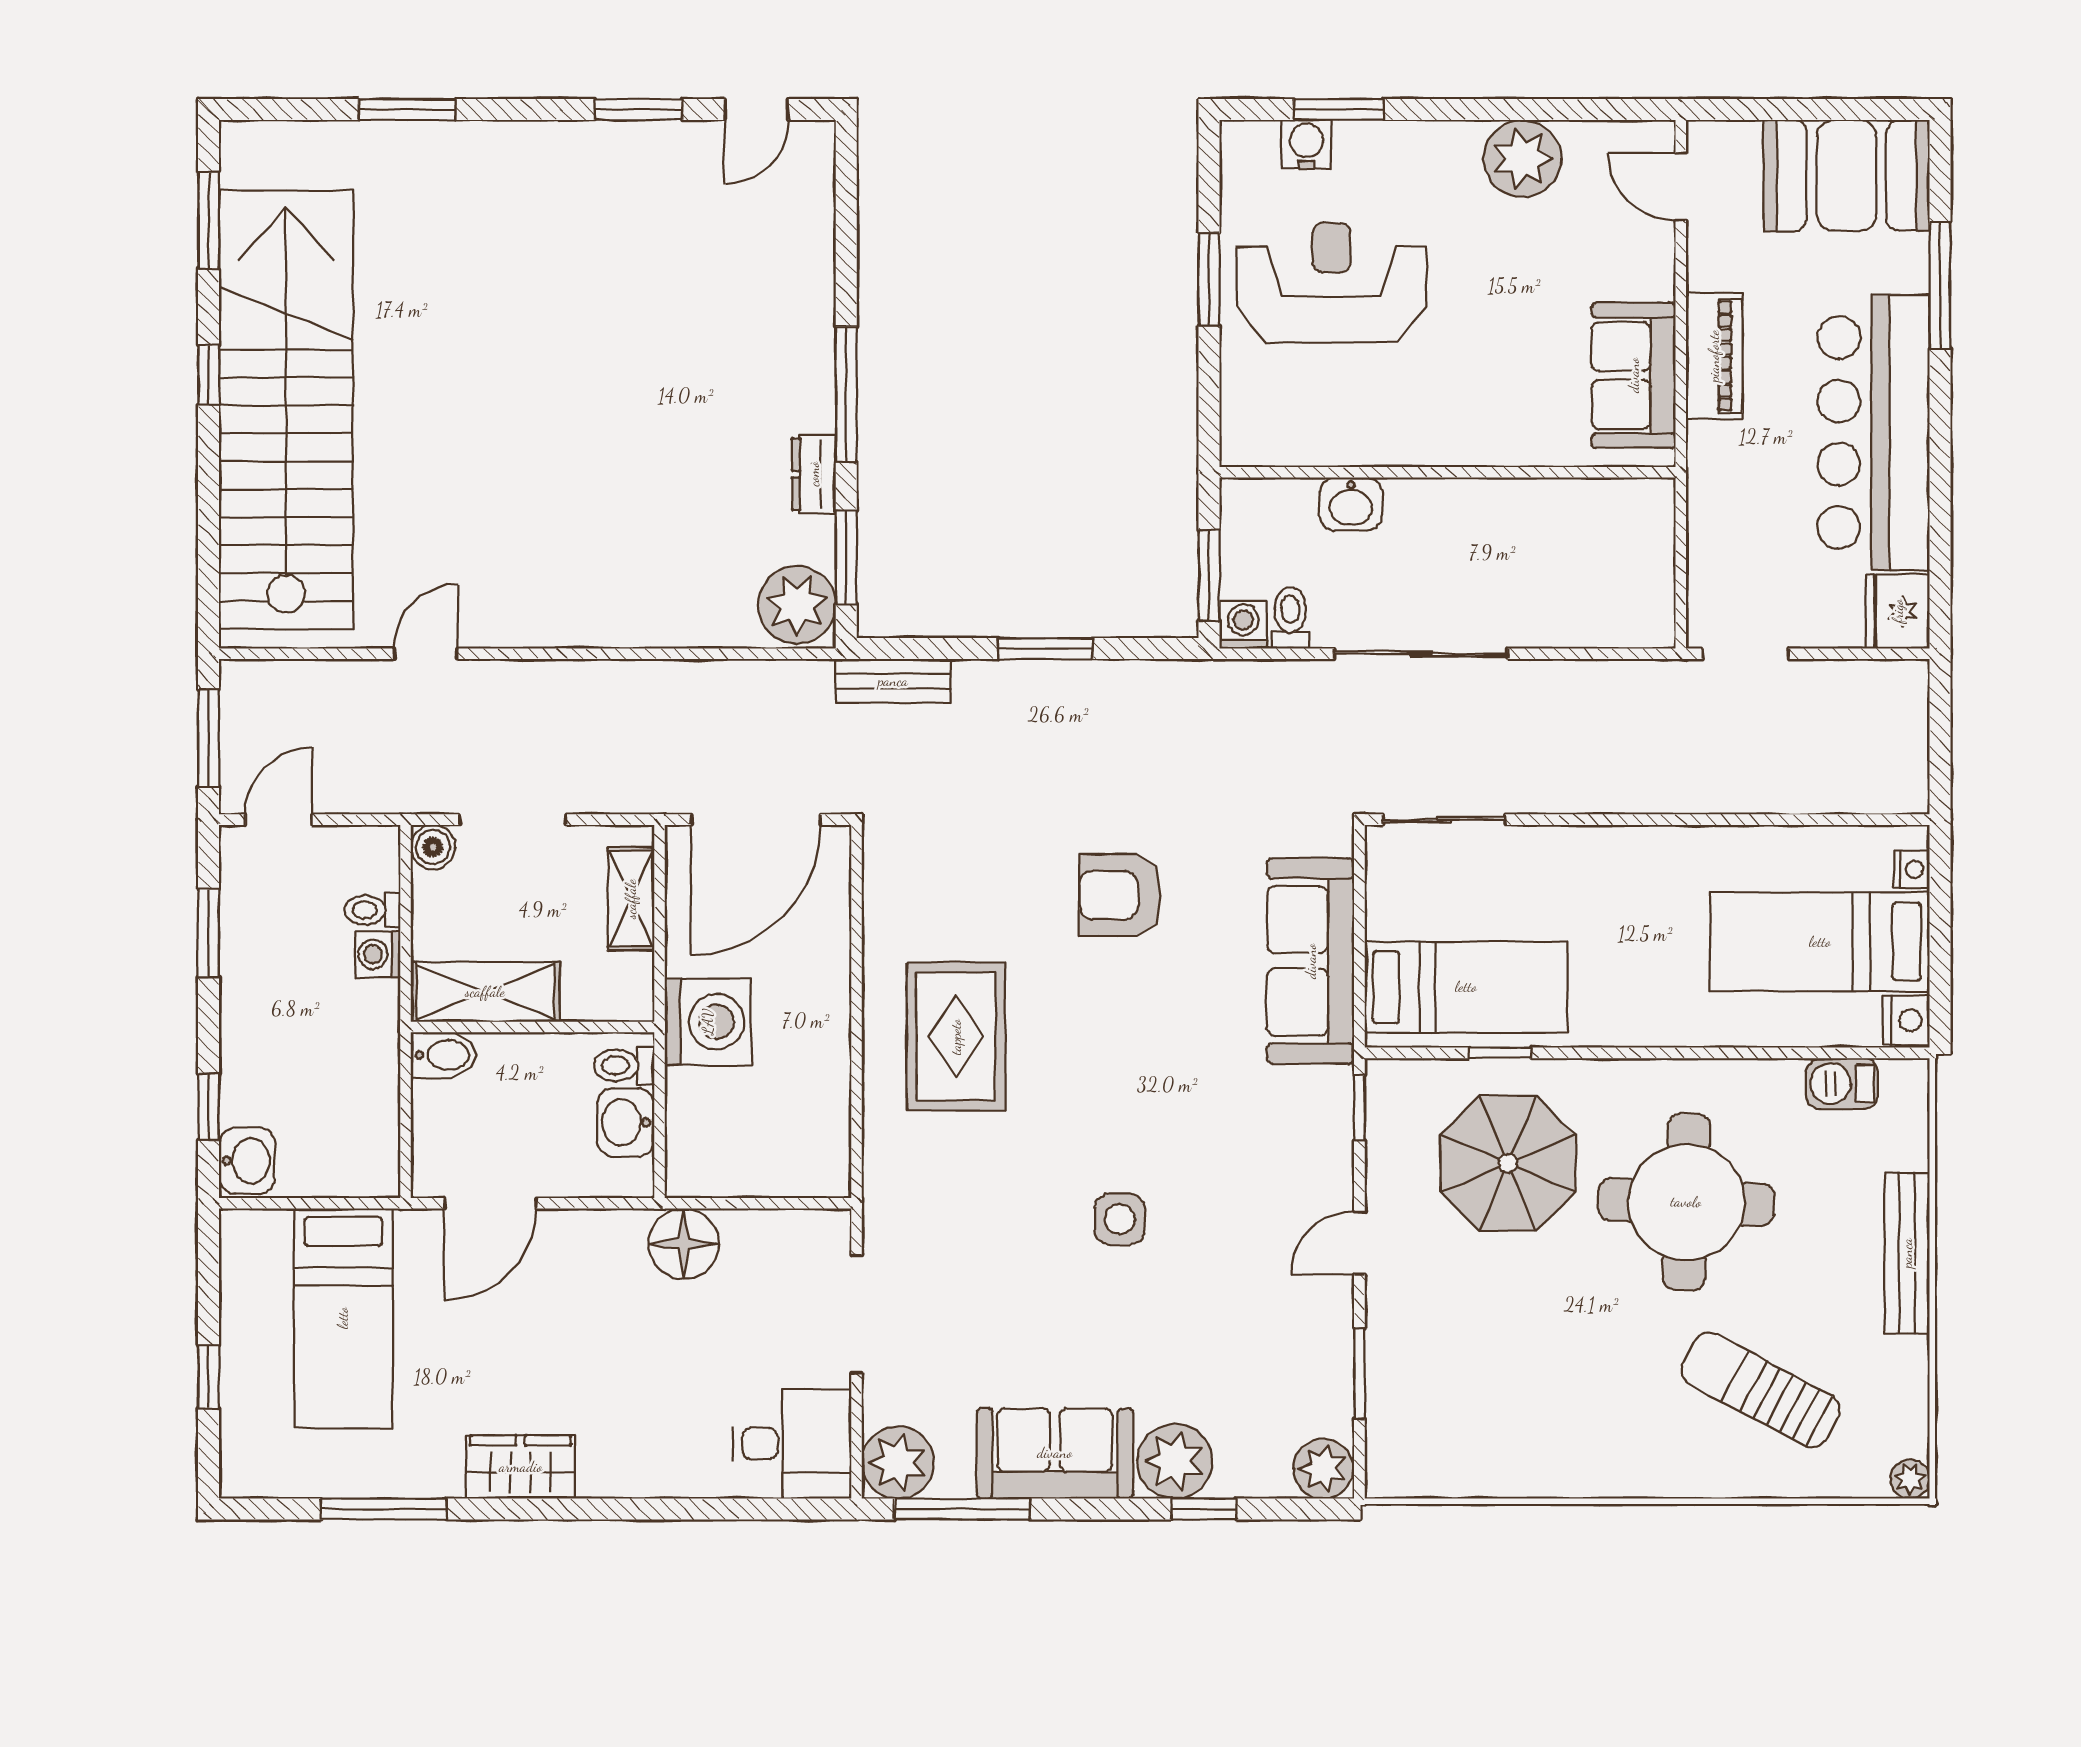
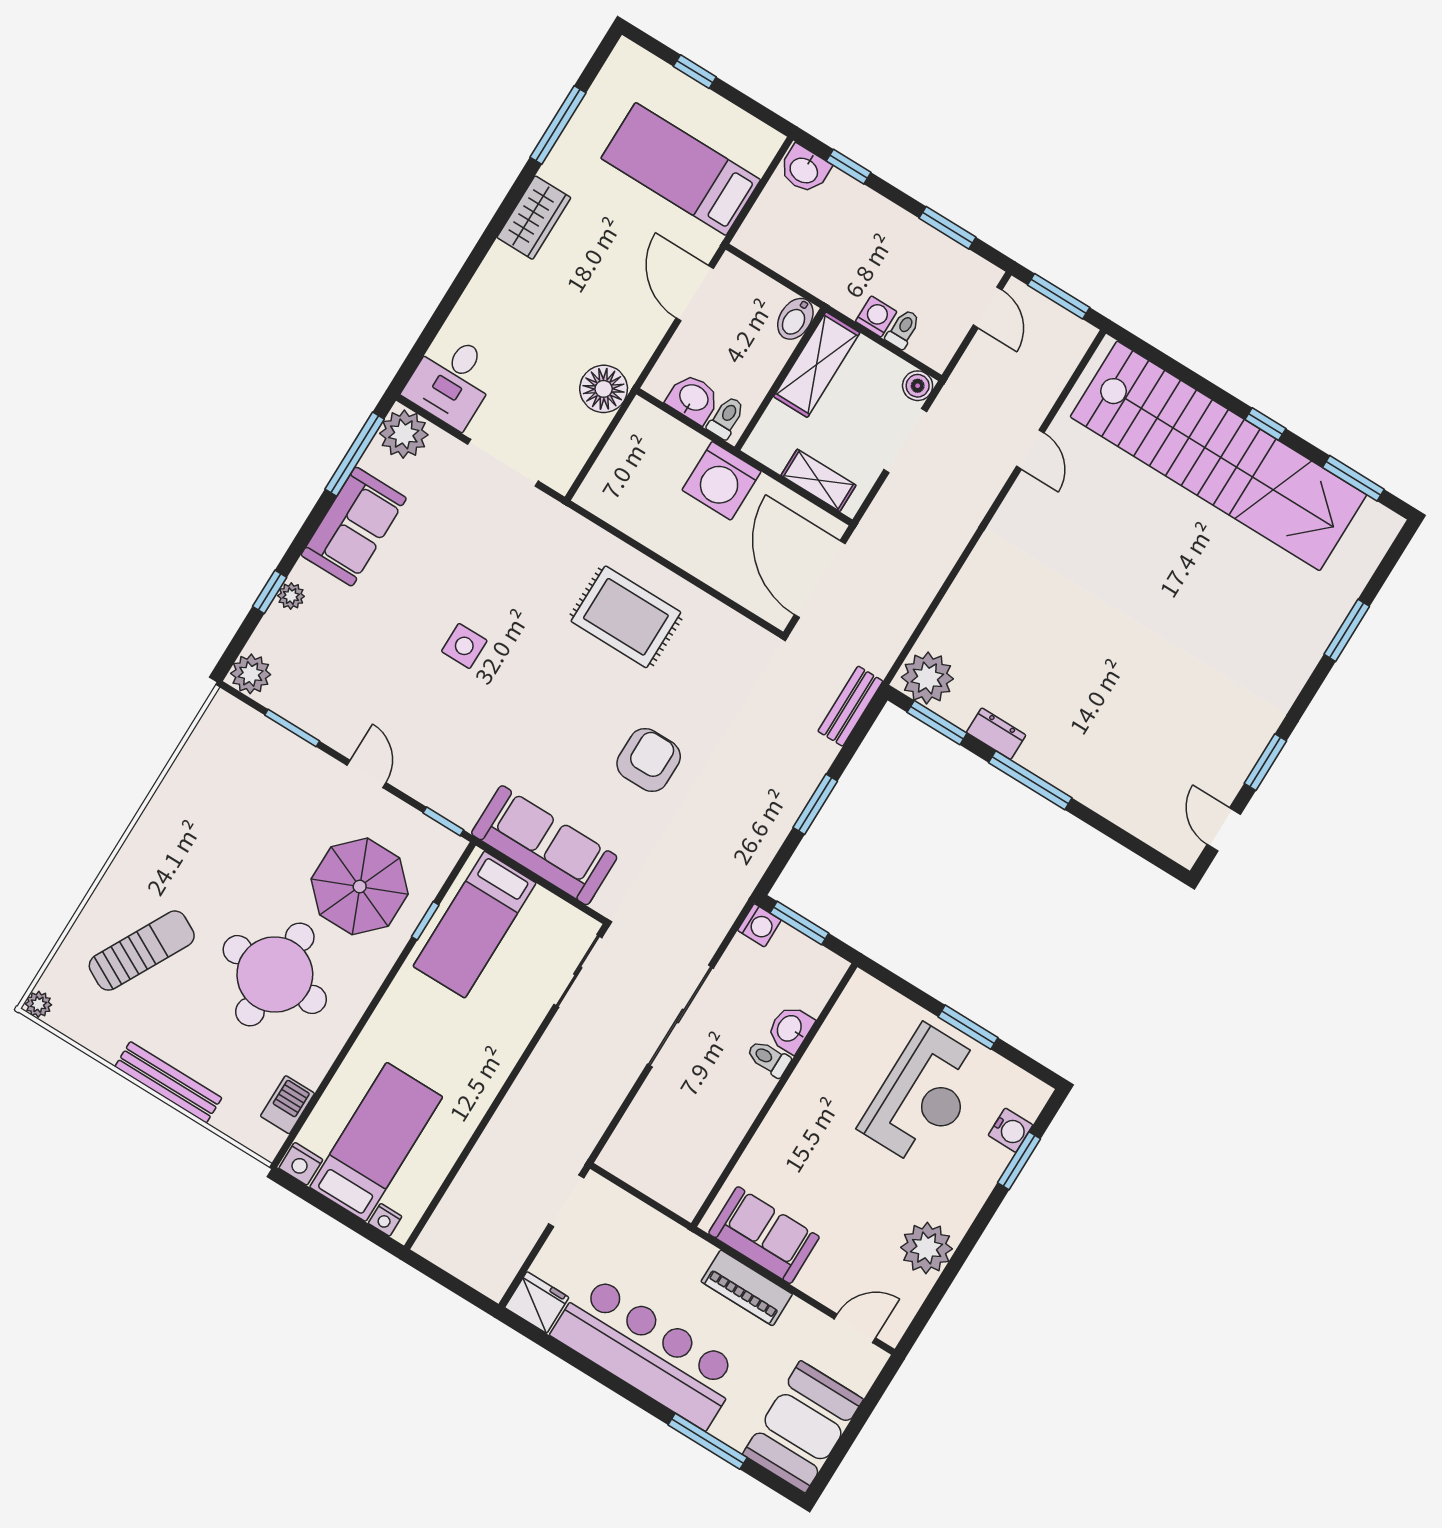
toilet: (1290, 618) -> (769, 1058), moved, turned 180
plant: (1175, 1461) -> (291, 596), width x0.53, depth x0.53

